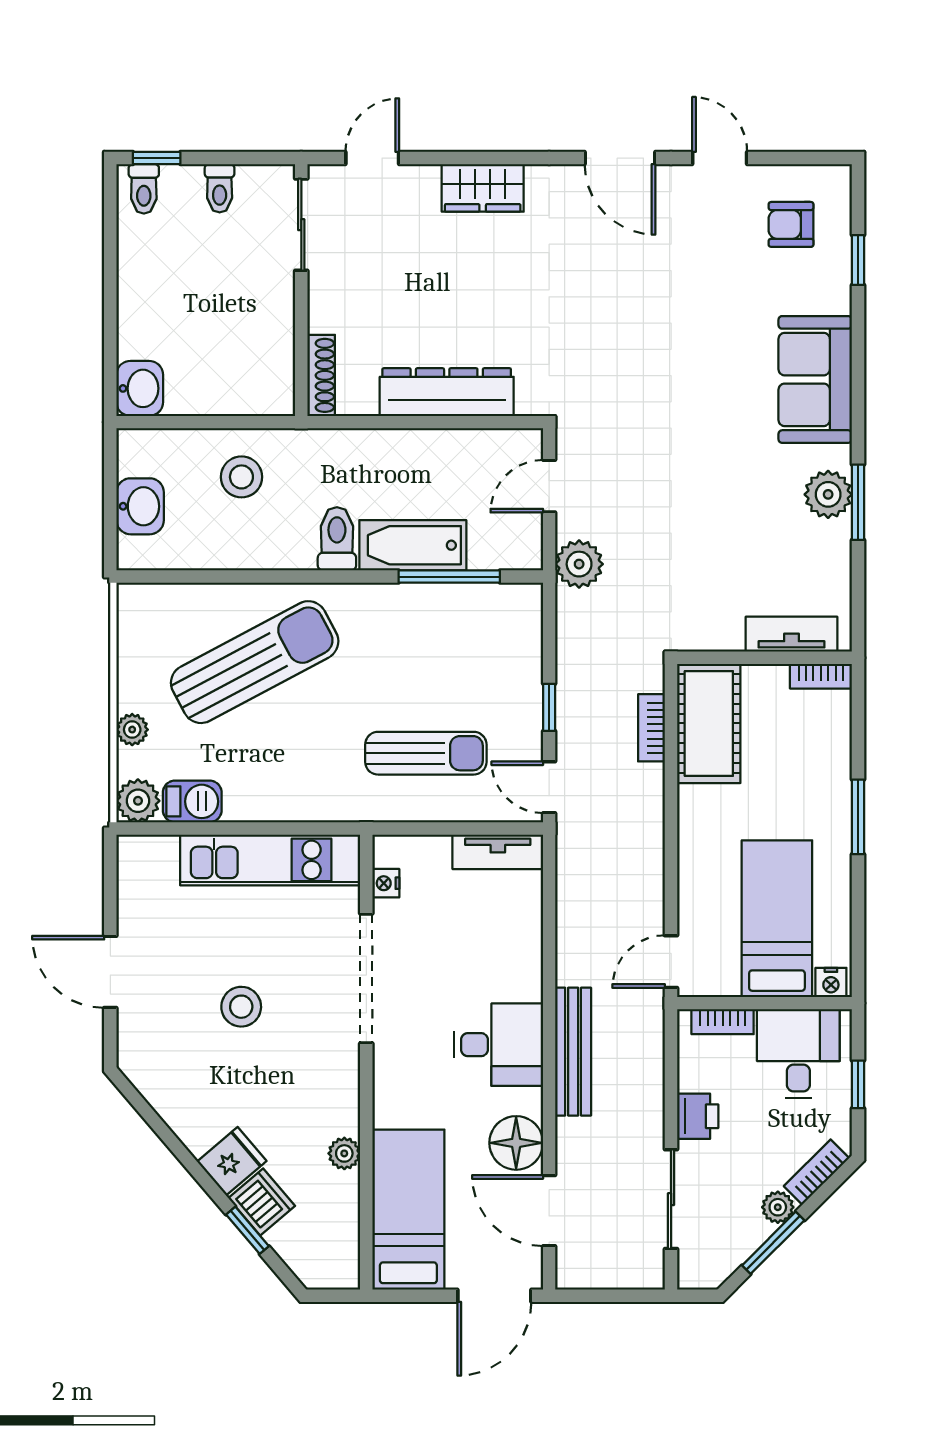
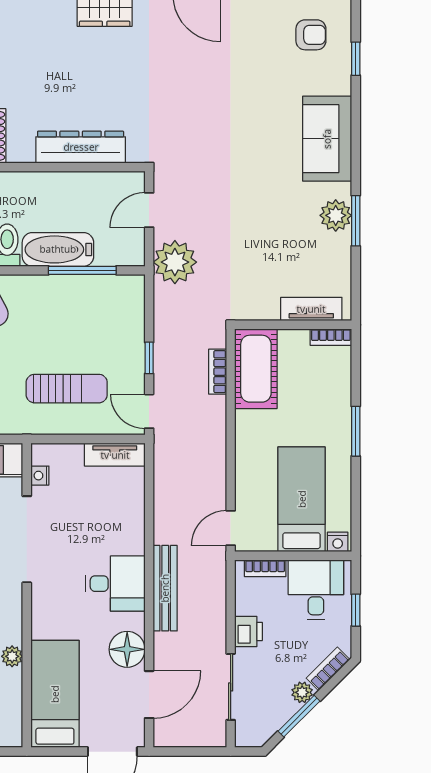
armchair: (791, 224) -> (311, 35), turned 180
plant: (579, 564) -> (175, 262), width x1.36, depth x1.36
door: (549, 1211) -> (149, 695), swing flipped

